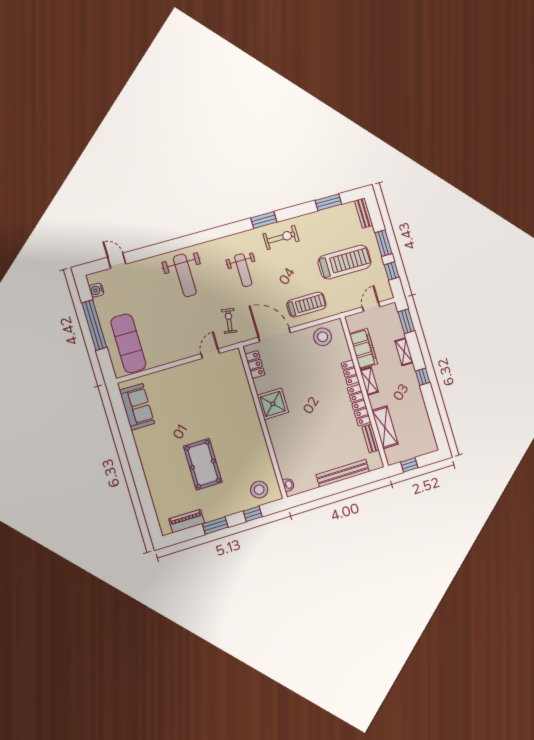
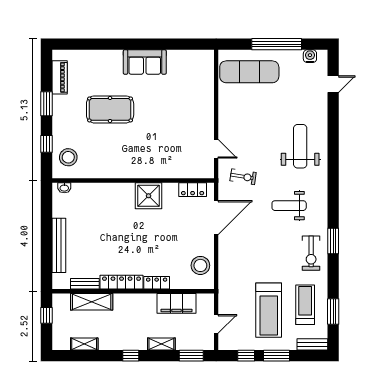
weight bench: (185, 275) -> (300, 146), turned 90
treadmill: (306, 305) -> (305, 305), moved, turned 180
door: (371, 307) -> (216, 324), hinge flipped
shelving: (369, 381) -> (84, 344), moved
sofa: (137, 407) -> (145, 62), moved

